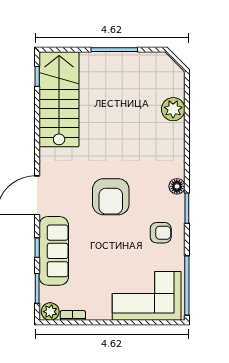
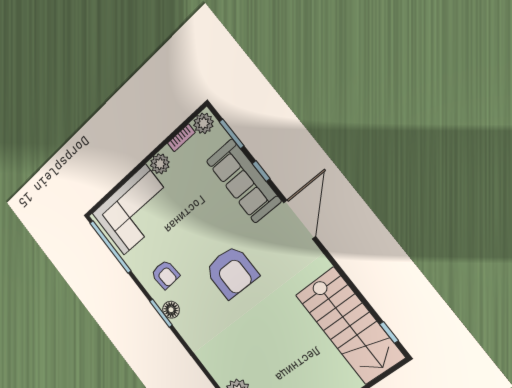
floor lamp: (177, 186) -> (171, 310), moved
armchair: (111, 197) -> (232, 272), turned 180
armchair: (161, 233) -> (165, 275), turned -94
plant: (102, 311) -> (160, 164), added

